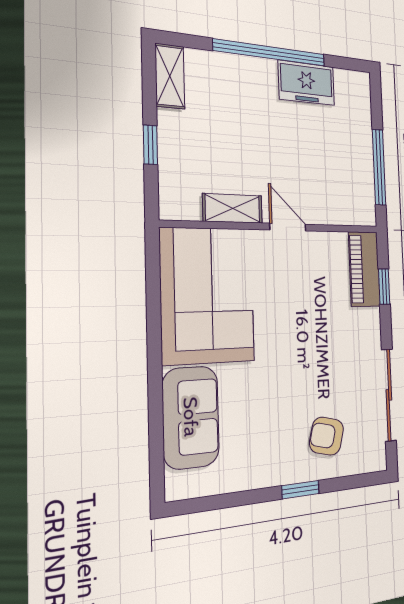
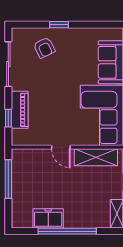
shelving: (233, 208) -> (96, 157), width x1.50, depth x1.33
piano: (364, 269) -> (20, 110), moved
armchair: (327, 436) -> (44, 48), turned 50

